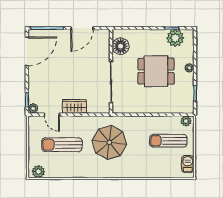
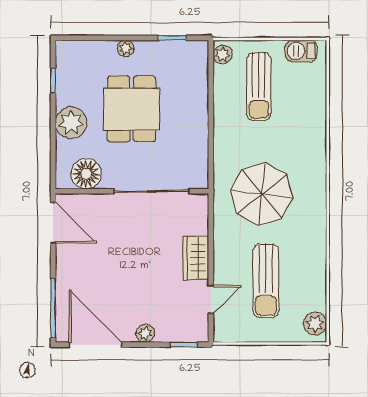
door: (82, 28) -> (53, 223), moved
plant: (175, 38) -> (71, 123), moved
plant: (33, 108) -> (145, 333), moved

